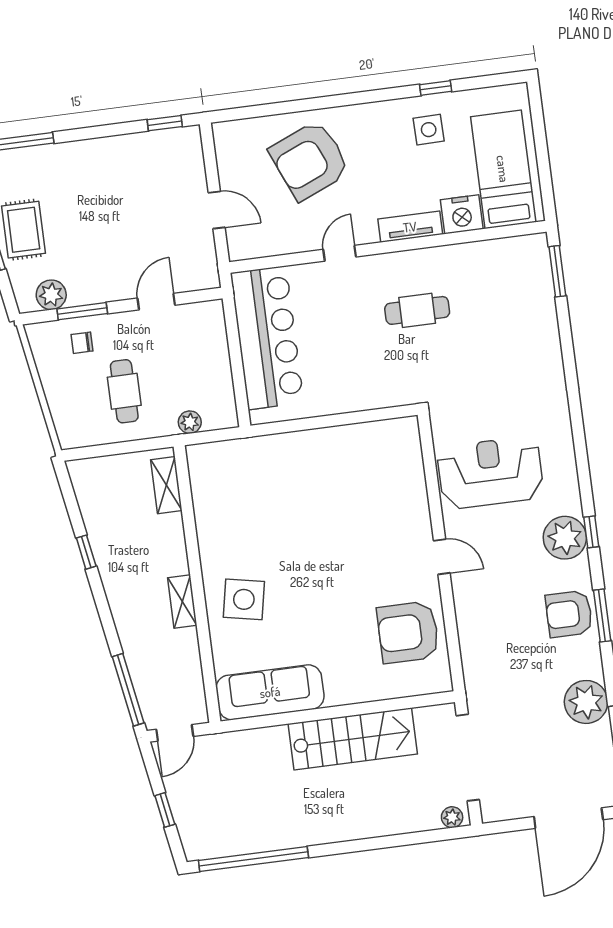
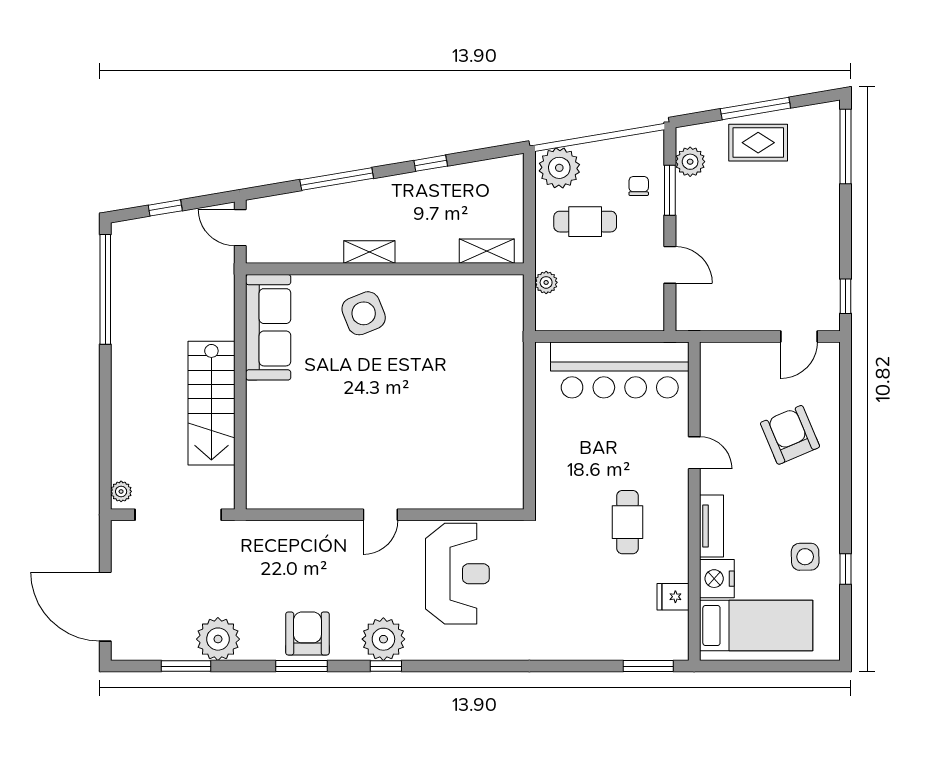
armchair: (310, 160) -> (790, 435), width x0.73, depth x0.73
door: (217, 210) -> (799, 336), moved
fridge: (485, 256) -> (673, 597), added
plant: (74, 424) -> (559, 168), added
side table: (244, 599) -> (364, 313), turned -33
armchair: (408, 632) -> (310, 472), removed
window: (128, 690) -> (337, 179), moved

